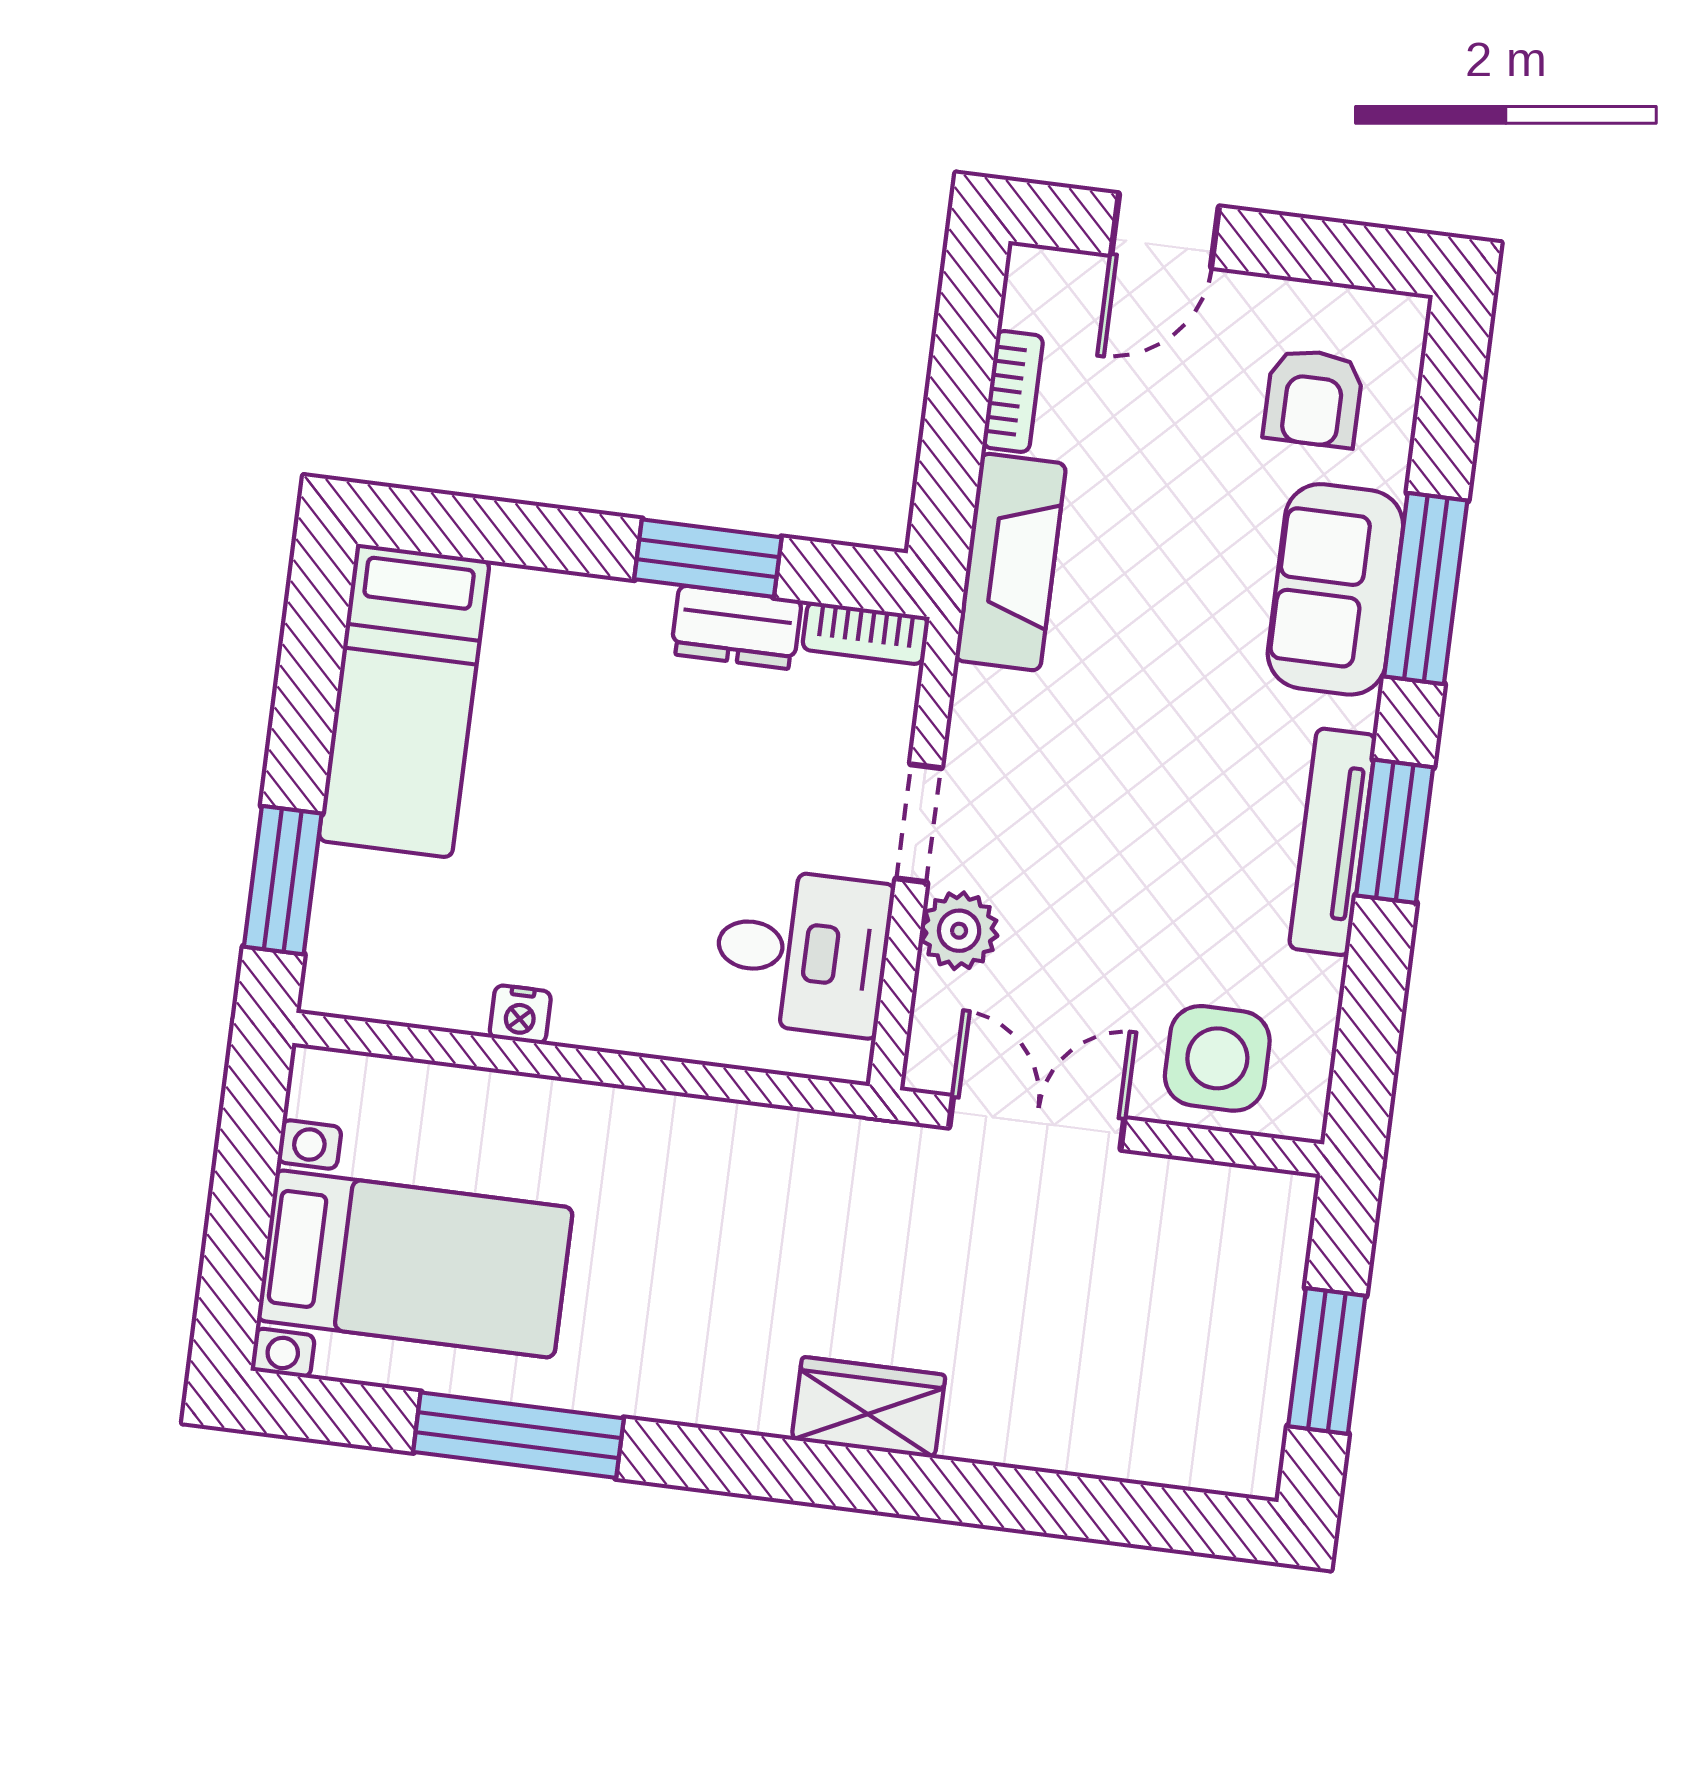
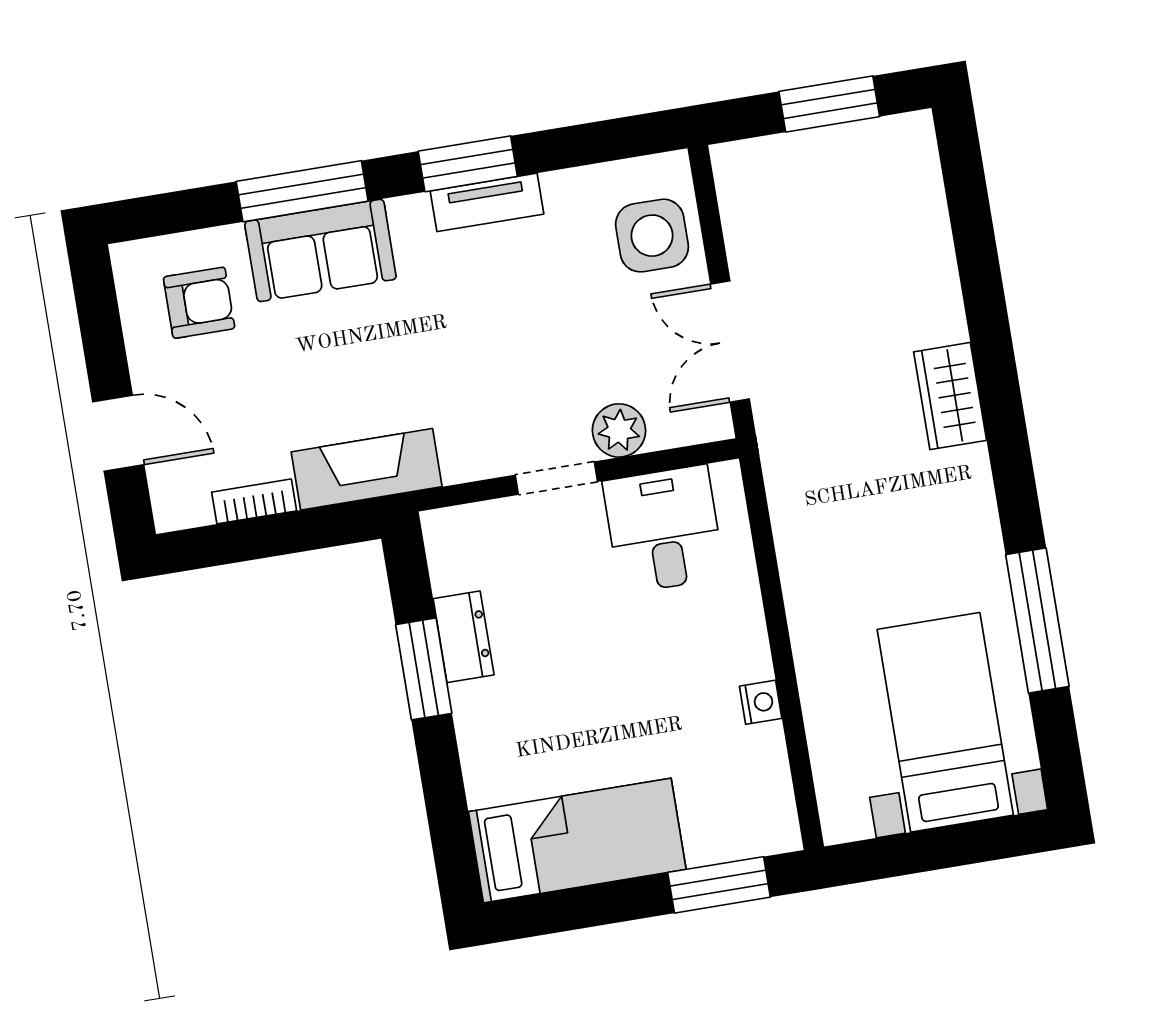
bookcase: (865, 633) -> (442, 551), removed
tv unit: (1333, 842) -> (487, 202), width x0.71

